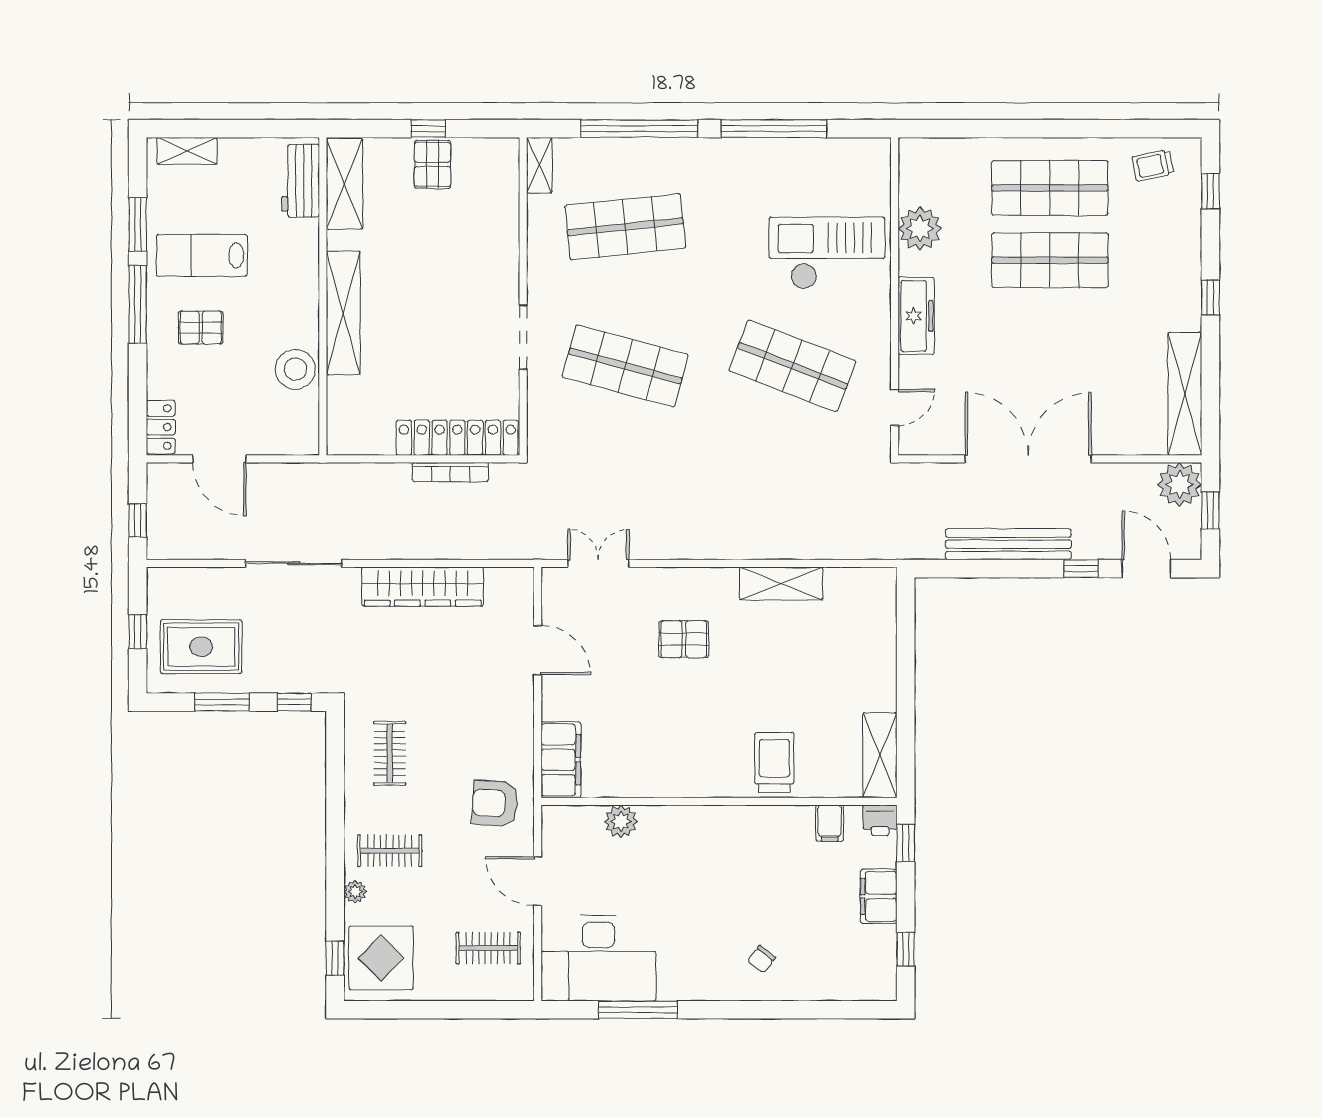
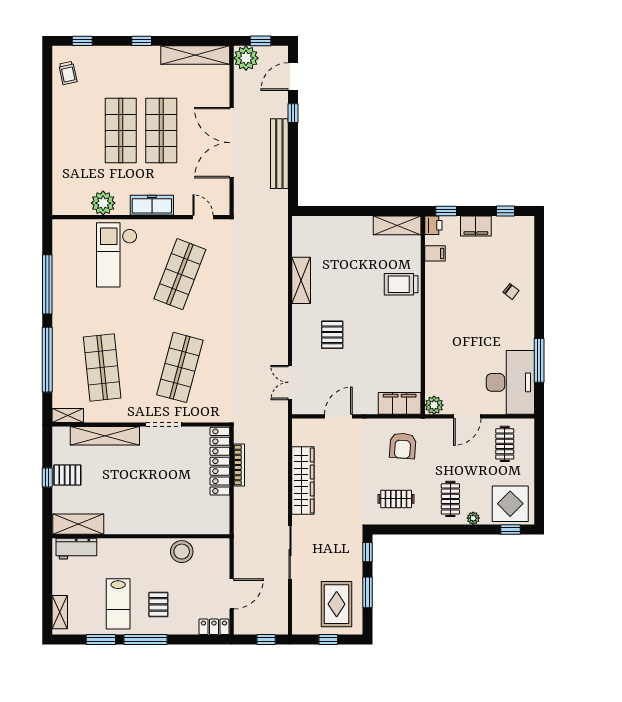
shop shelf: (1050, 188) -> (161, 130), moved
shelving: (343, 313) -> (105, 436), moved
armchair: (495, 803) -> (403, 446), moved
plant: (621, 821) -> (434, 405), moved

